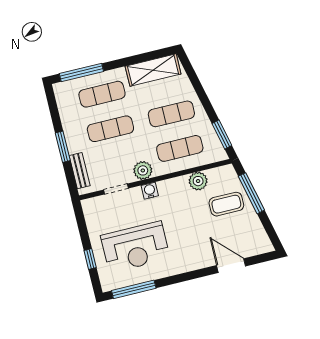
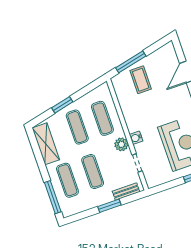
window: (222, 135) -> (62, 105), moved
plant: (198, 181) -> (125, 102), removed

